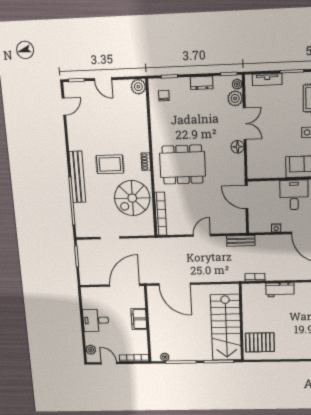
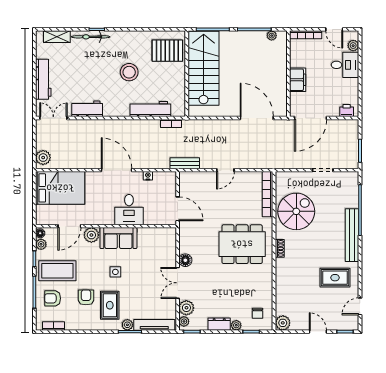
plant: (295, 78) -> (127, 325), added
tv unit: (267, 79) -> (154, 325), width x1.41
plant: (184, 82) -> (236, 325), added
rug: (110, 164) -> (335, 278), moved
workbench: (280, 290) -> (150, 109), width x1.37
printer: (92, 293) -> (347, 111), added
desk: (96, 320) -> (345, 65), moved
stool: (295, 323) -> (129, 72), added

